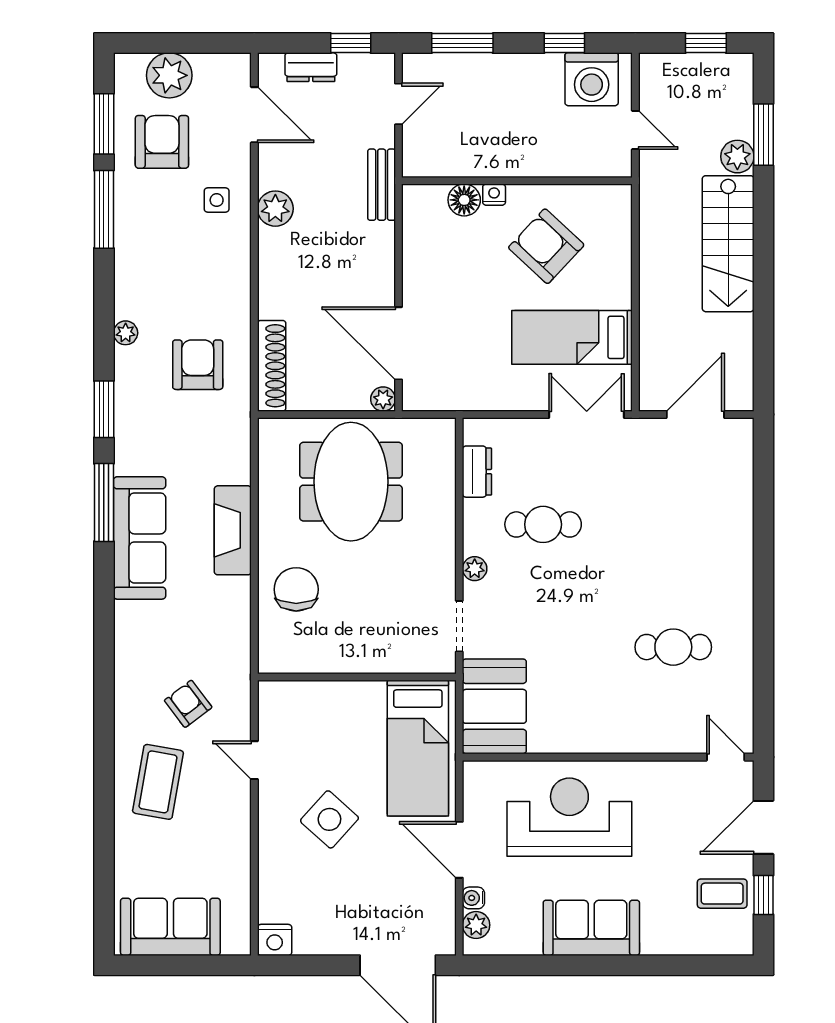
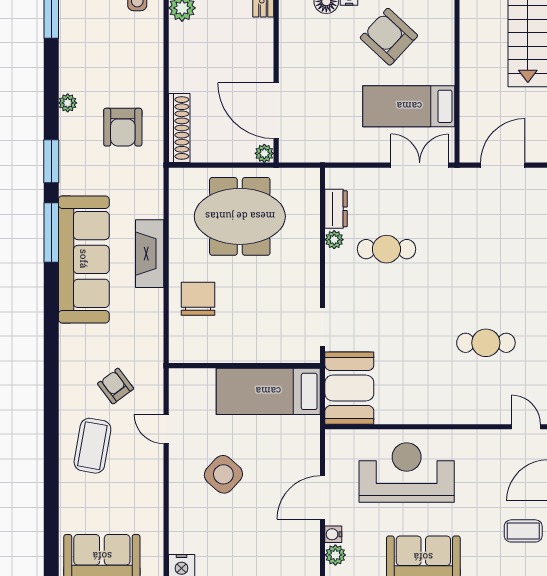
armchair: (198, 365) -> (123, 127), turned 180
meeting table: (351, 482) -> (240, 216), turned 90
sofa: (140, 538) -> (84, 259), width x1.36, depth x1.27
plant: (475, 569) -> (334, 240), moved
bed: (418, 748) -> (268, 391), moved, turned 90
door: (459, 850) -> (323, 498), hinge flipped

